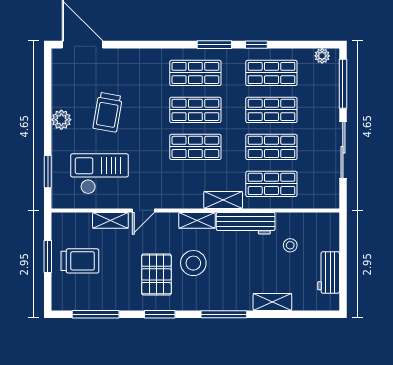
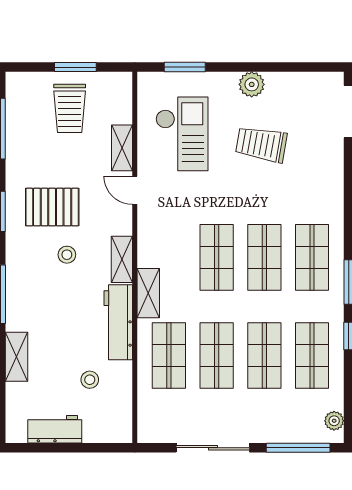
stool: (193, 263) -> (67, 255), width x0.53, depth x0.53

